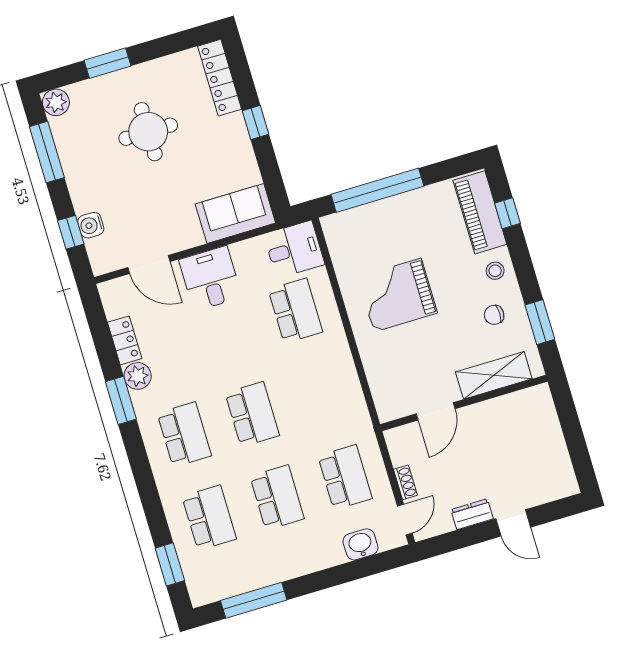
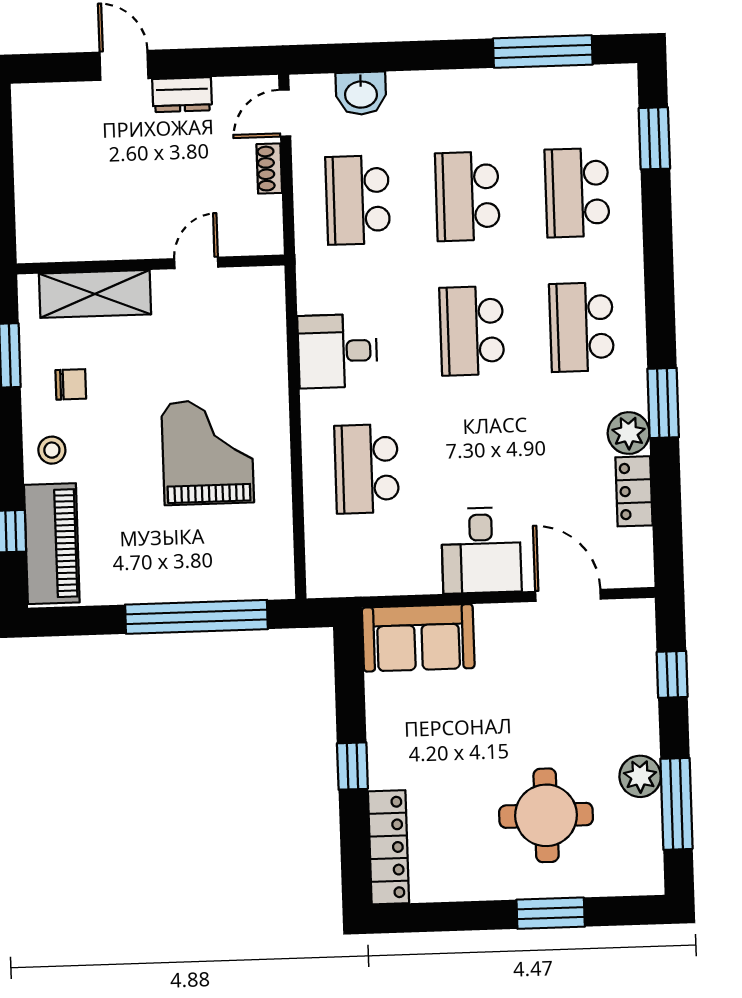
plant: (56, 102) -> (640, 776), moved
round table: (148, 132) -> (546, 815), moved
water cooler: (91, 225) -> (639, 677), removed
desk: (294, 249) -> (337, 351), moved
grand piano: (397, 295) -> (208, 452), turned -90
door: (436, 411) -> (196, 263), width x0.73

